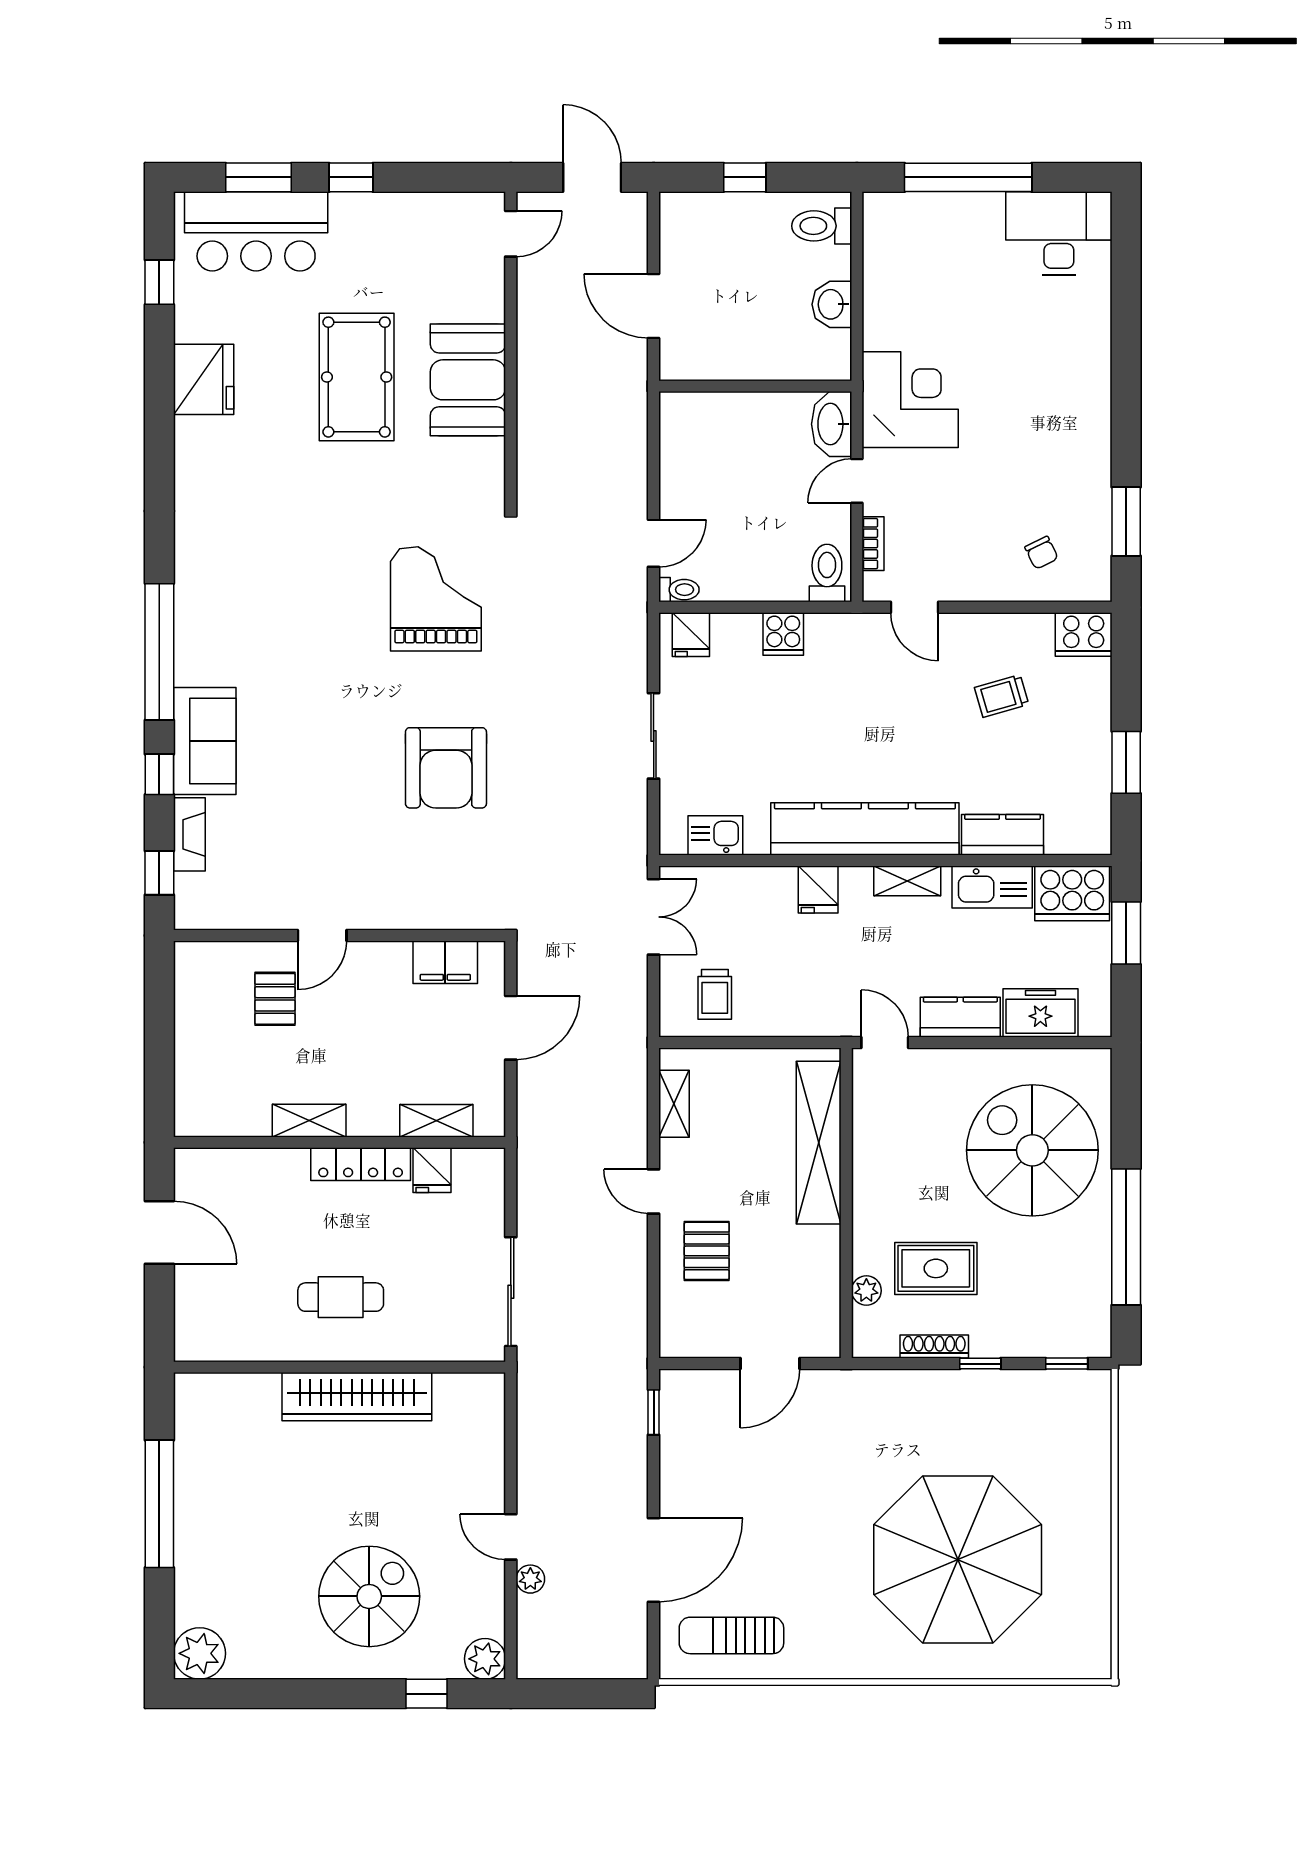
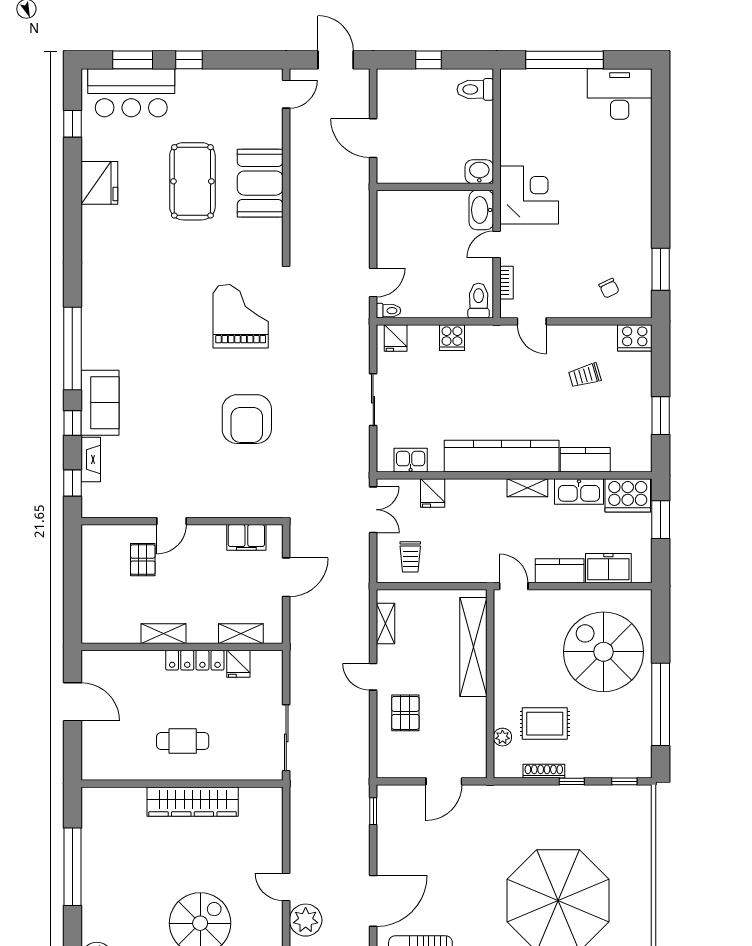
washbasin: (832, 304) -> (479, 172), moved, turned 90
fridge: (818, 889) -> (433, 493), moved
plant: (530, 1579) -> (306, 920), width x1.88, depth x1.88

